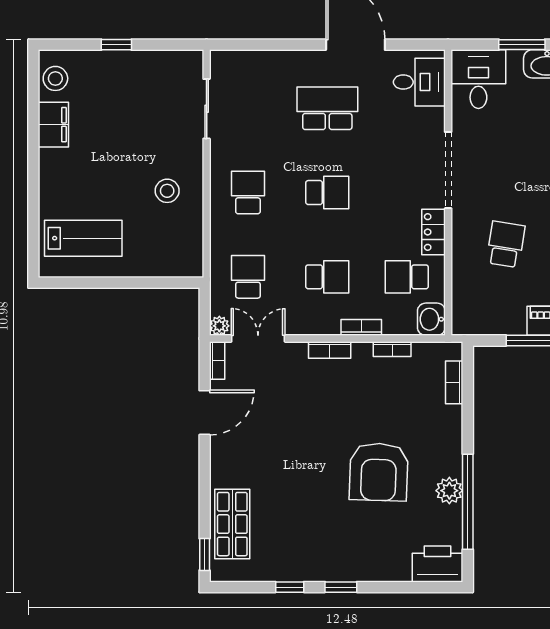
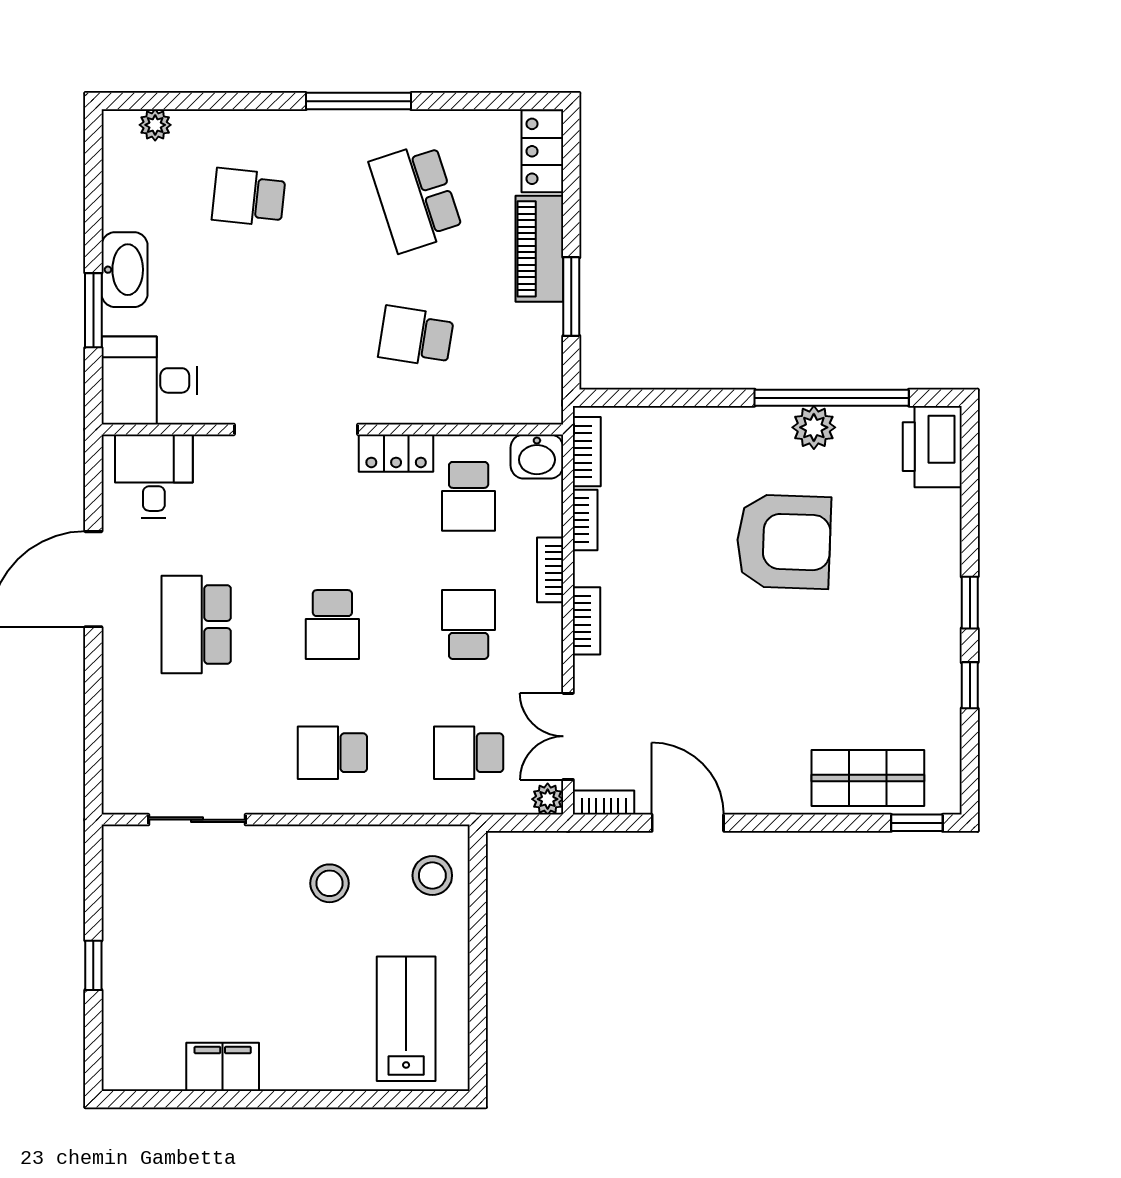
stool: (55, 78) -> (432, 875), moved
school desk: (327, 193) -> (332, 625), turned 180
bookcase: (454, 382) -> (587, 452), moved, turned -90

